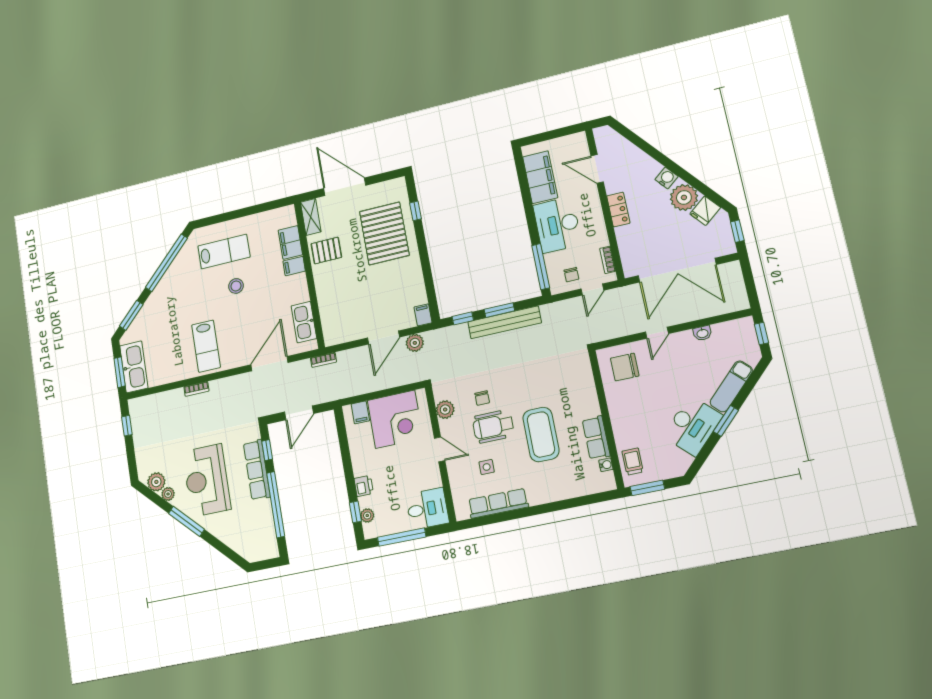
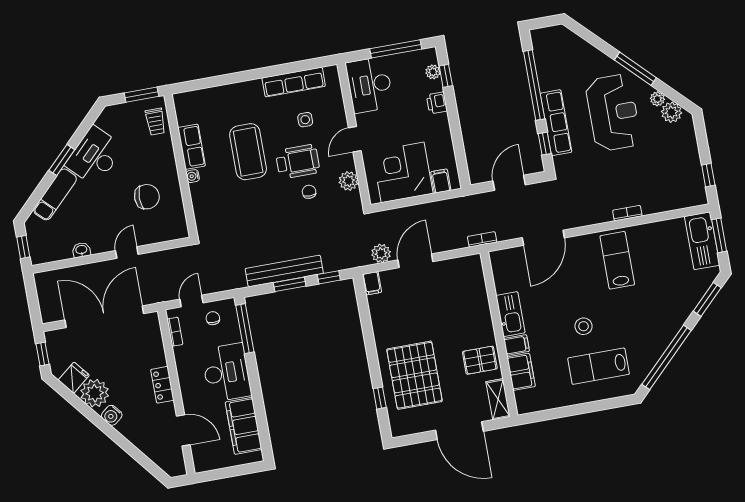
kitchen sink: (304, 322) -> (510, 314), moved
chair: (625, 367) -> (147, 197), moved
door: (440, 449) -> (355, 139), hinge flipped
water cooler: (606, 465) -> (193, 176), moved
desk: (427, 509) -> (370, 85), width x1.37

